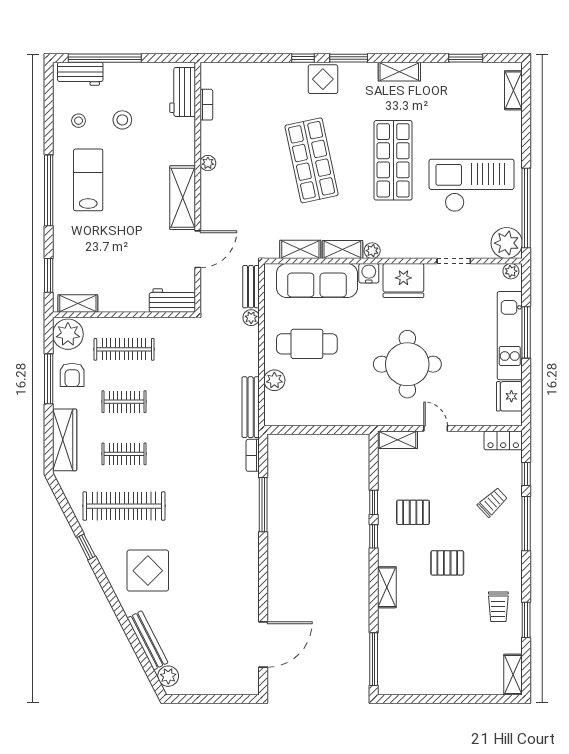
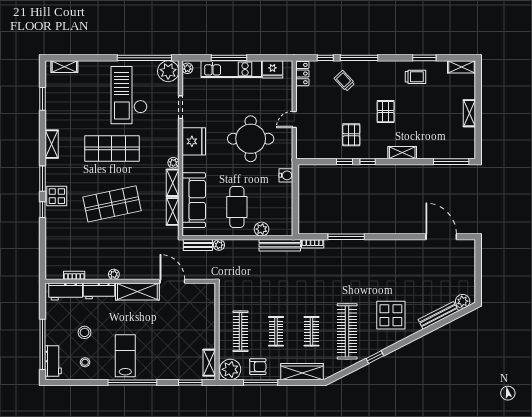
lab bench: (88, 180) -> (125, 356), turned 90
water cooler: (369, 273) -> (286, 175), moved, turned 180
workbench: (172, 301) -> (99, 291), moved, turned -90
shelving: (397, 440) -> (469, 113), moved

